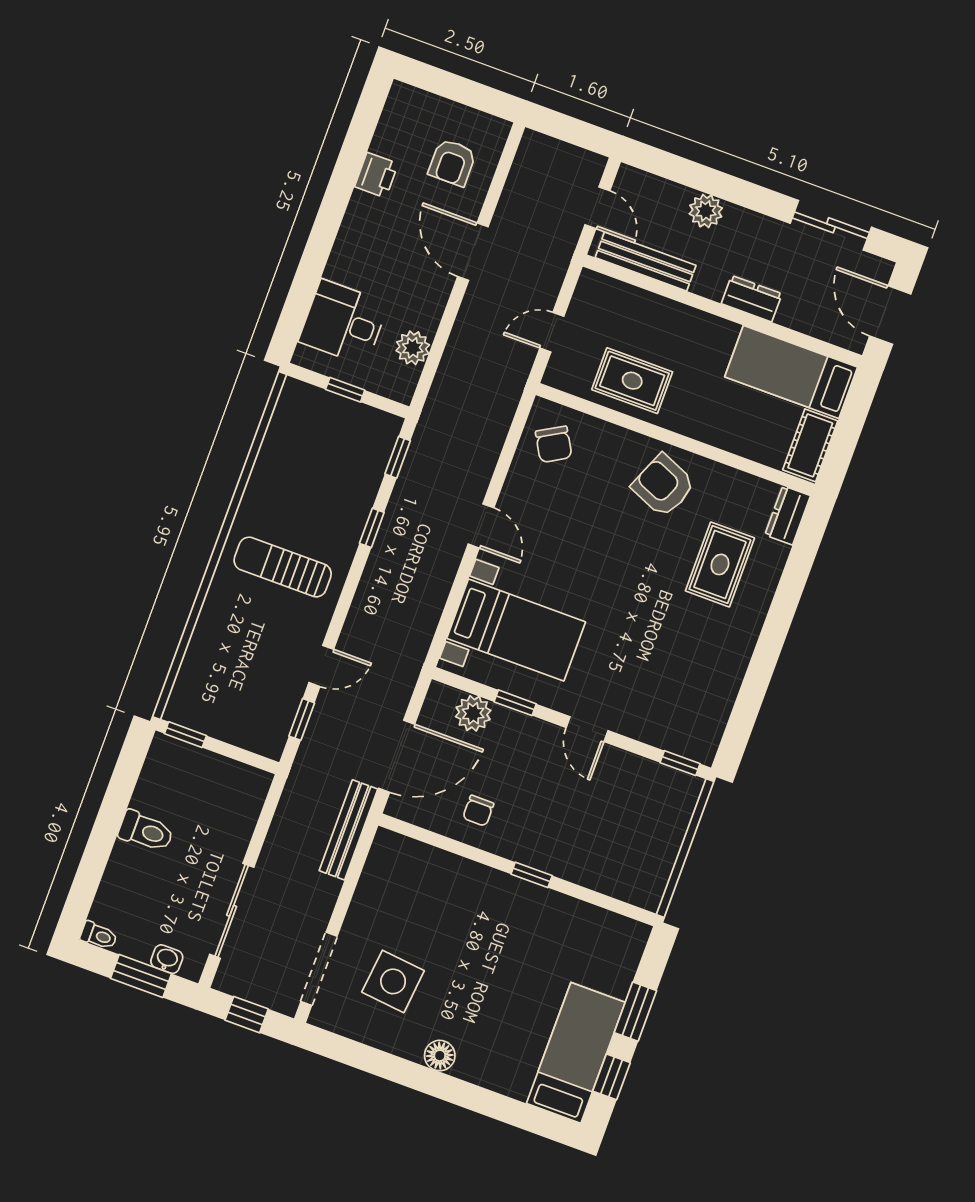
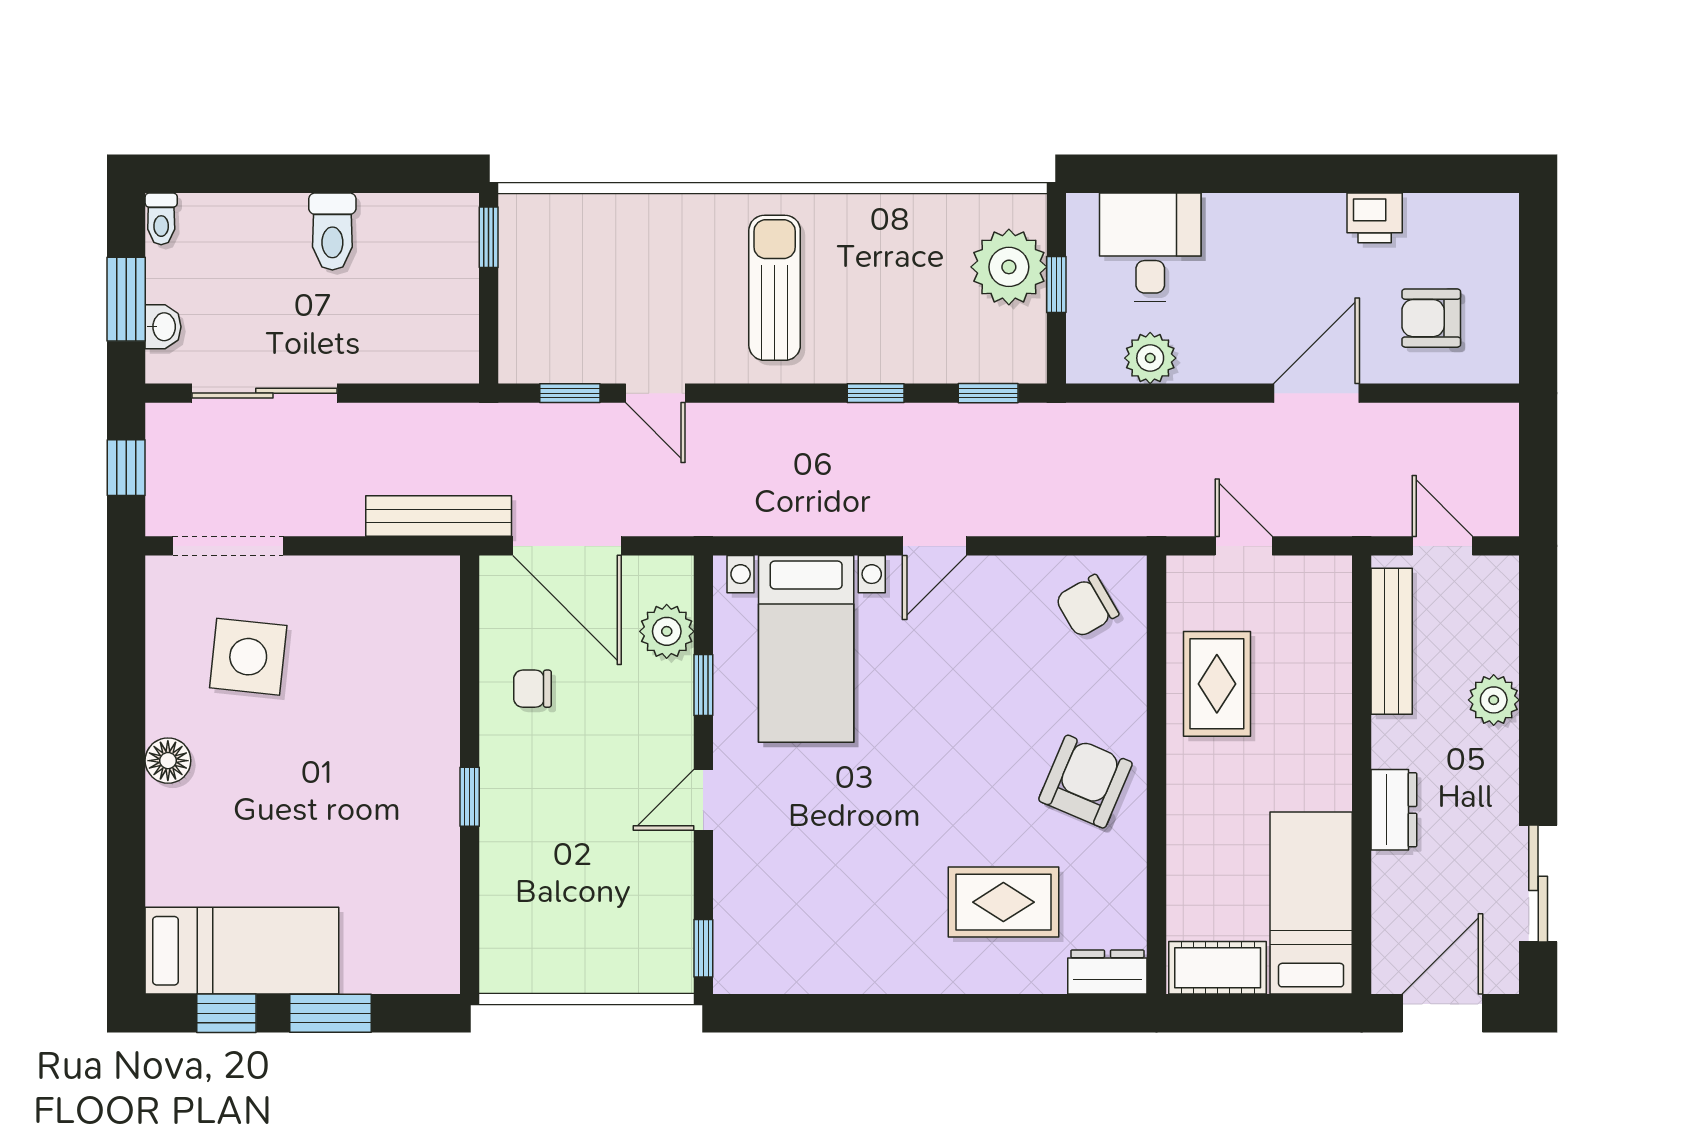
door: (597, 208) -> (1442, 546), swing flipped
plant: (323, 415) -> (1009, 267), added

